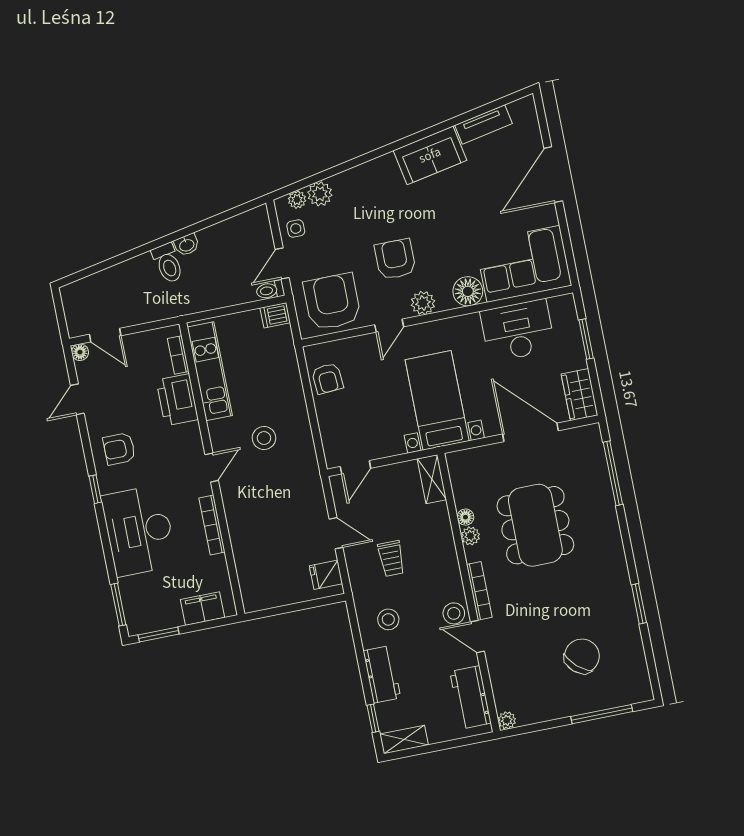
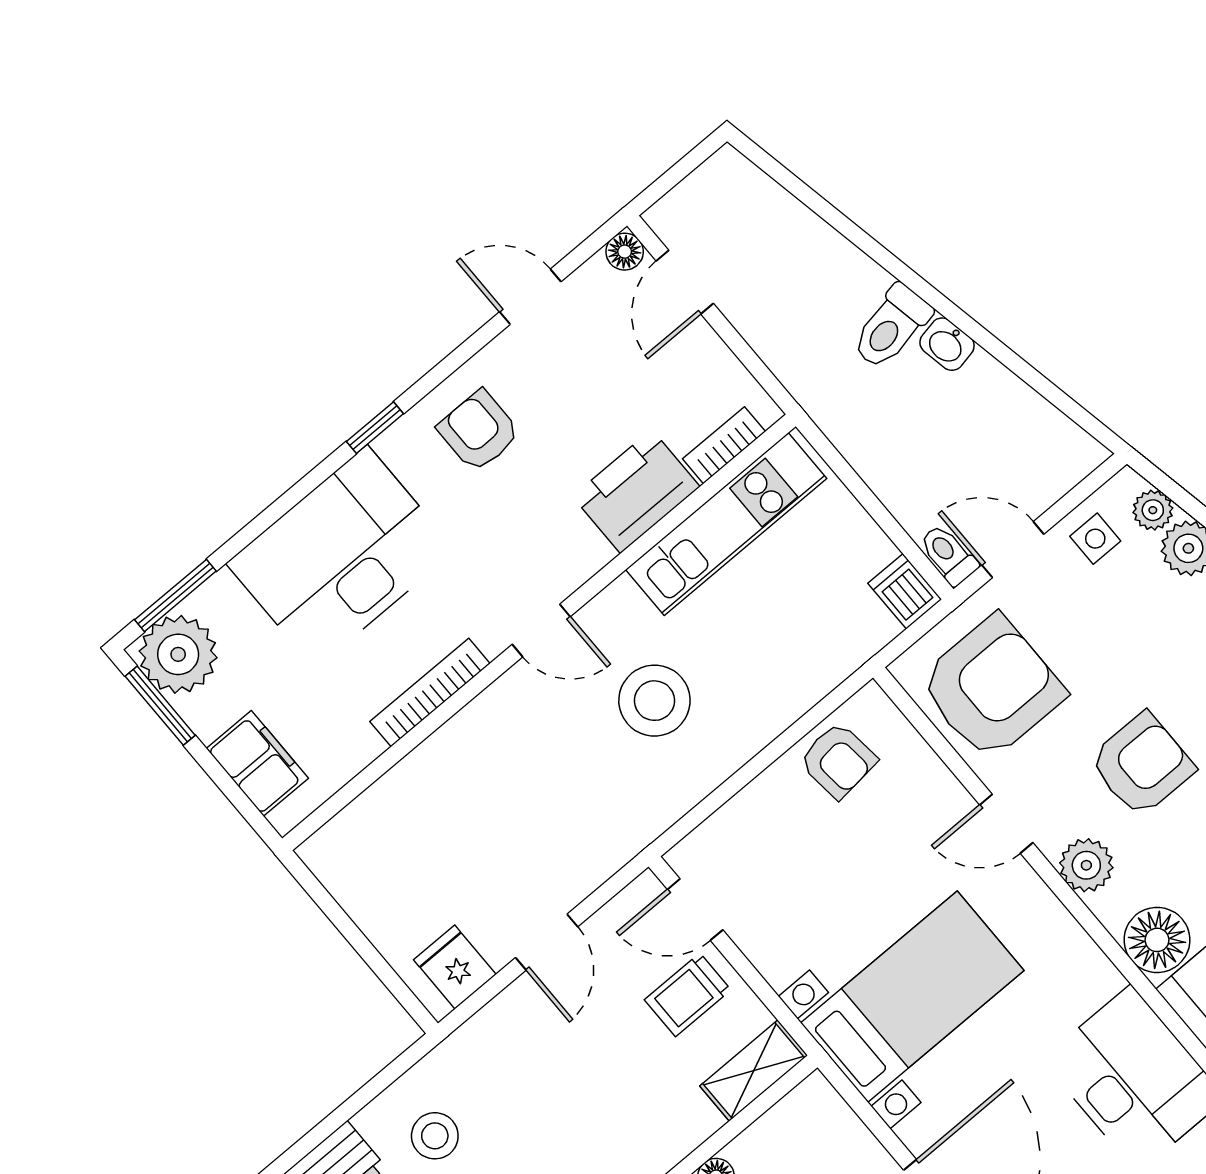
armchair: (327, 378) -> (838, 760), turned -92
stool: (264, 438) -> (654, 701), width x1.38, depth x1.38
trolley: (391, 558) -> (688, 995), moved
plant: (142, 616) -> (178, 654), added

